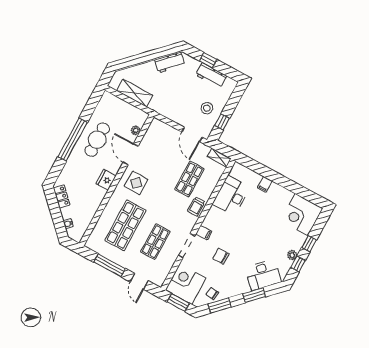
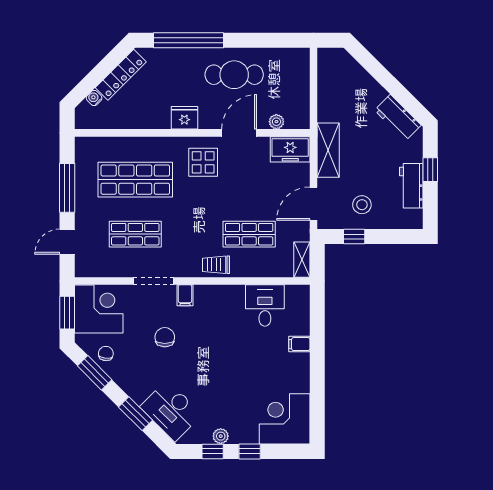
shelving: (135, 93) -> (328, 150), moved
freezer: (155, 131) -> (290, 149), added
window: (73, 140) -> (188, 40), moved
locker: (62, 196) -> (121, 75), width x1.53
desk: (231, 196) -> (265, 306), width x0.73

